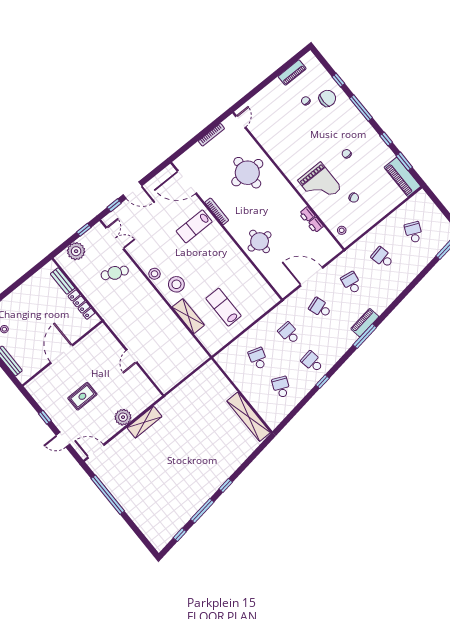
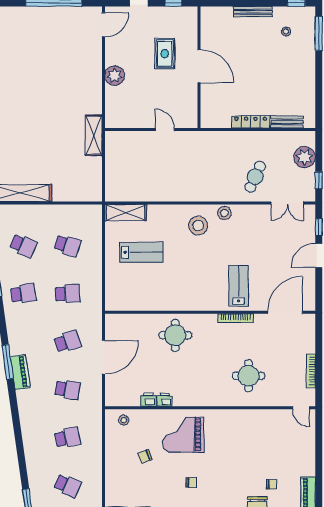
round table: (247, 173) -> (249, 376), width x0.73, depth x0.73
shelving: (188, 316) -> (126, 213), moved
wall: (62, 353) -> (199, 67), moved
door: (62, 354) -> (199, 66), moved
shelving: (144, 422) -> (94, 135), moved

